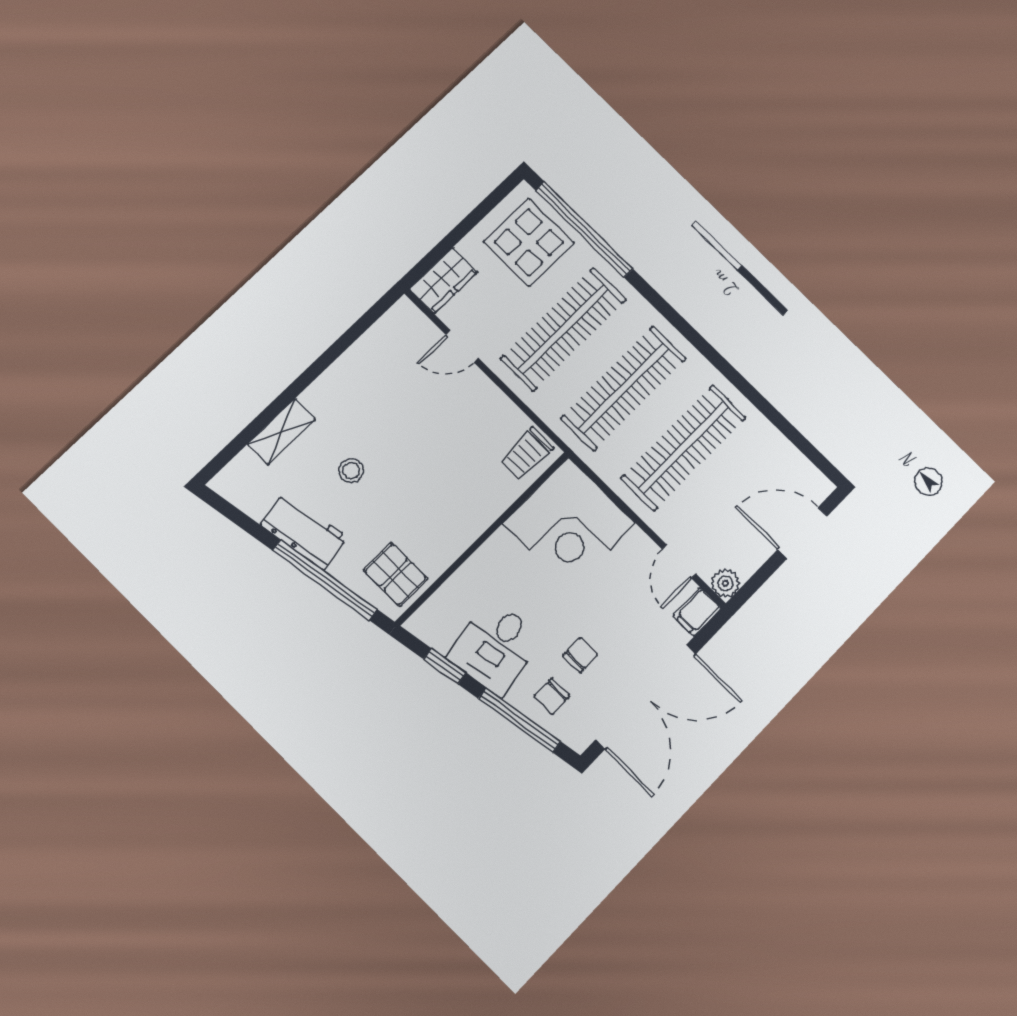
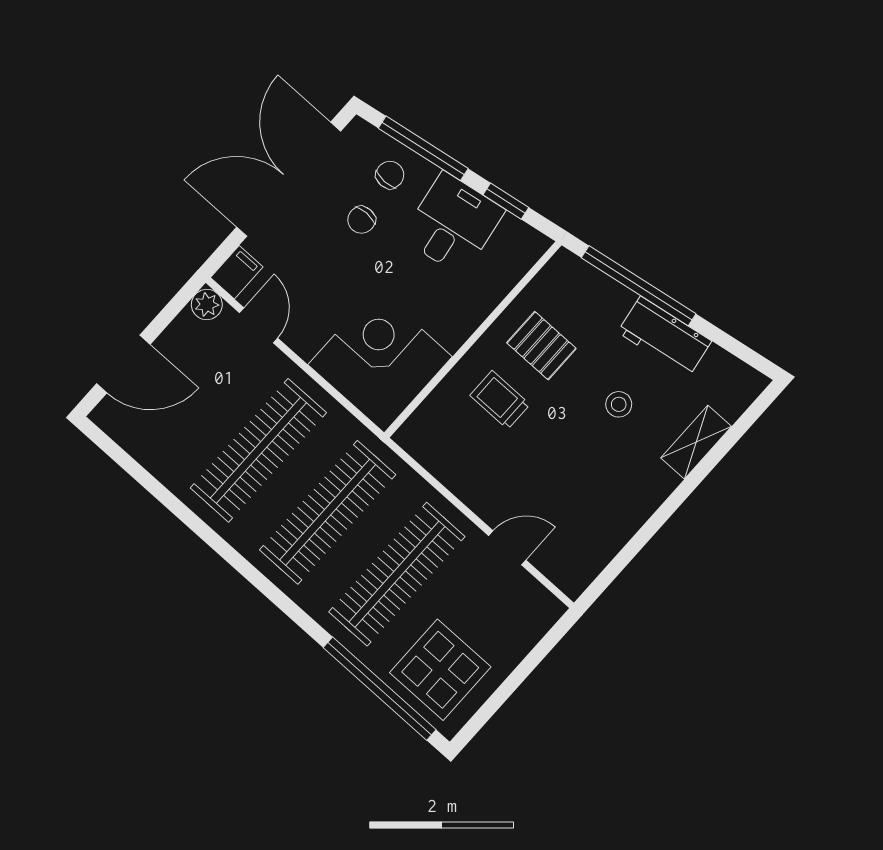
wardrobe: (443, 281) -> (532, 620), removed
trolley: (527, 454) -> (500, 400), moved, turned -90
pallet: (396, 574) -> (541, 346), moved

